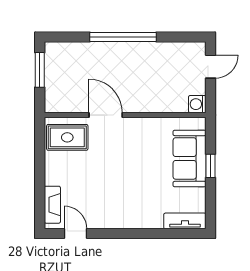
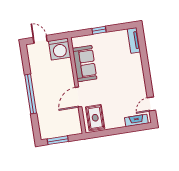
washing machine: (197, 104) -> (60, 49), width x1.89, depth x1.89
sofa: (190, 158) -> (85, 64), moved, turned -90

